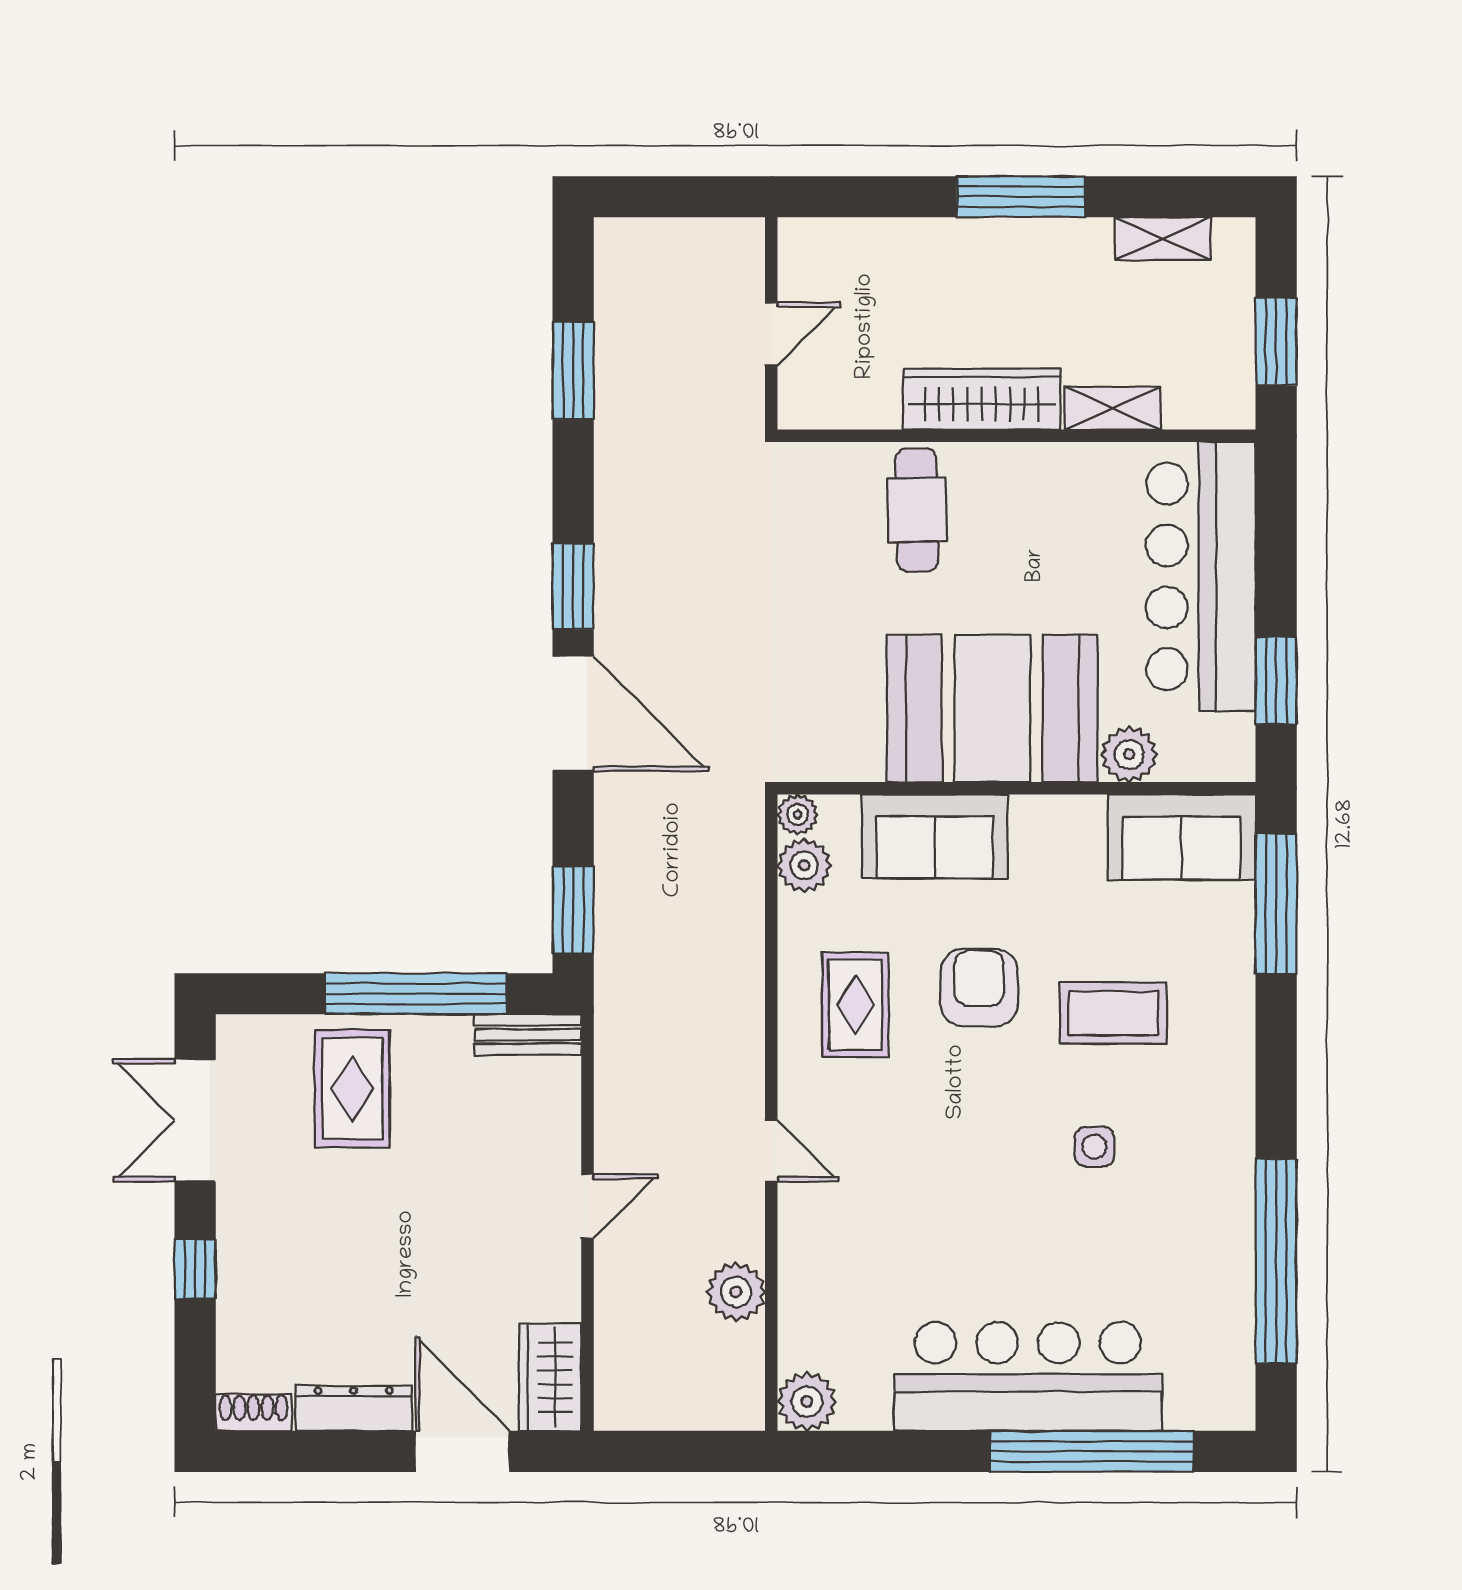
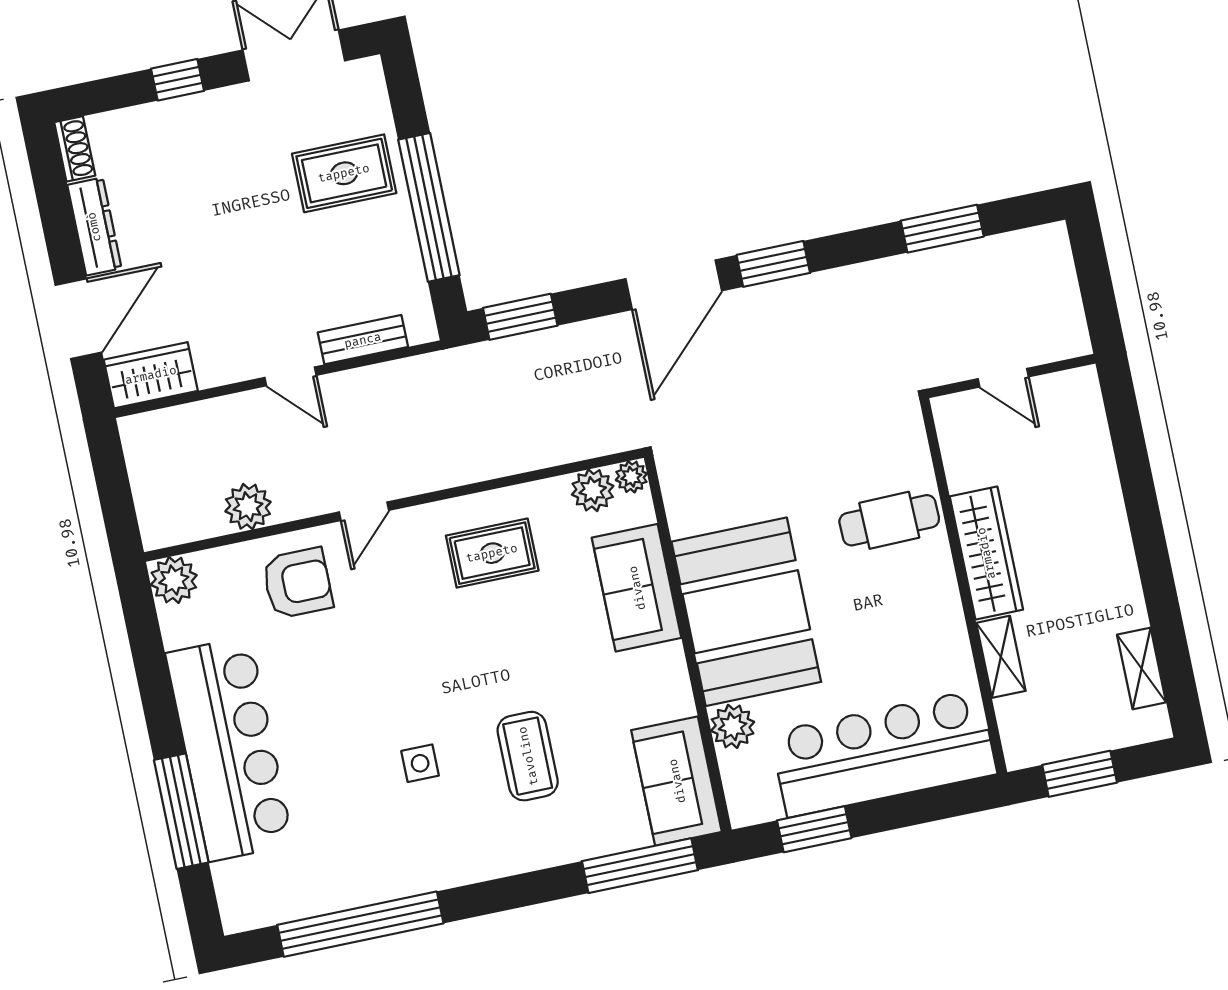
window: (1021, 197) -> (1151, 550), removed
armchair: (979, 988) -> (297, 583), moved
bench: (528, 1035) -> (363, 340), moved, turned 90
window: (1092, 1451) -> (181, 811), width x0.68

